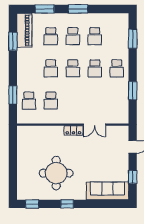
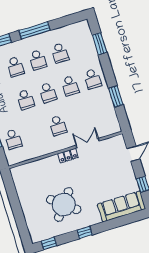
window: (78, 9) -> (35, 30), width x1.44
school desk: (51, 101) -> (58, 125), moved
double door: (95, 125) -> (88, 143), swing flipped
round table: (56, 173) -> (64, 205), turned 38

